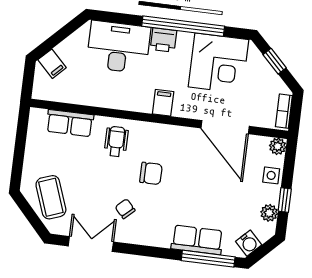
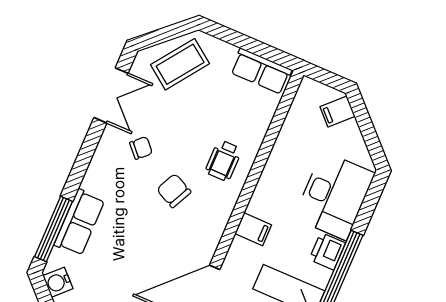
row of seats: (70, 123) -> (261, 71), moved, turned -90
wheelchair: (116, 142) -> (223, 161), turned 90
chair: (151, 173) -> (174, 191), turned 116
coffee table: (51, 197) -> (180, 64), turned -34

